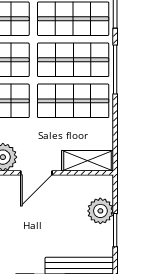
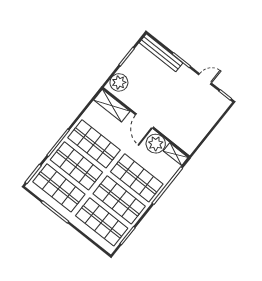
door: (36, 173) -> (144, 121), swing flipped
plant: (100, 211) -> (119, 82), moved

